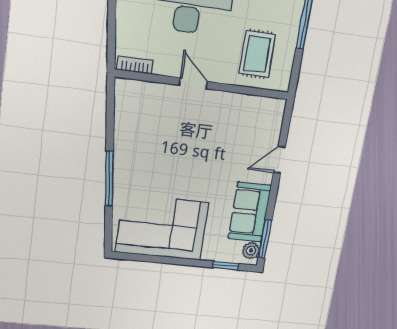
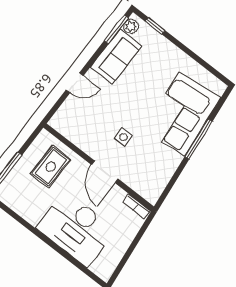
door: (193, 83) -> (105, 172), width x1.37
side table: (194, 133) -> (123, 137), added
corner sofa: (162, 227) -> (182, 114), moved, turned 84

